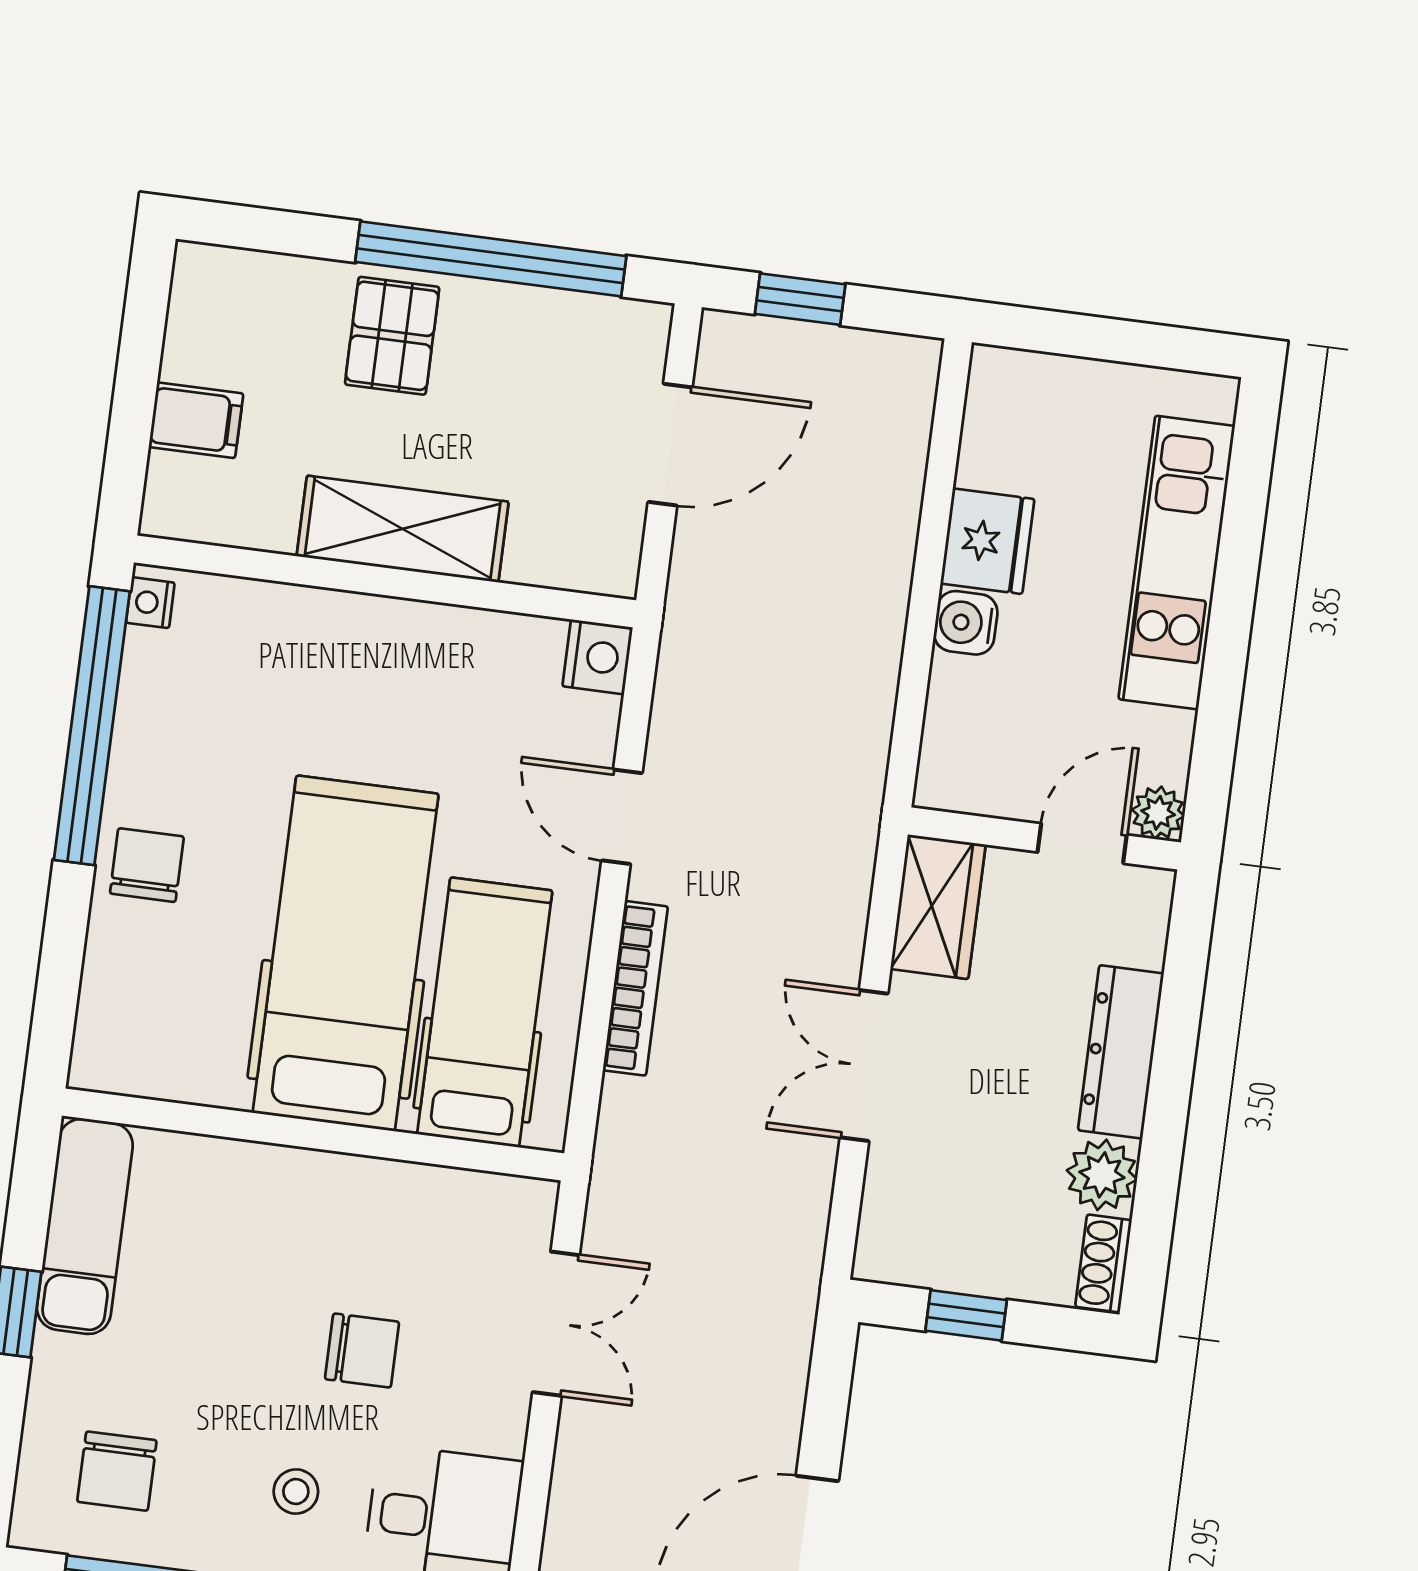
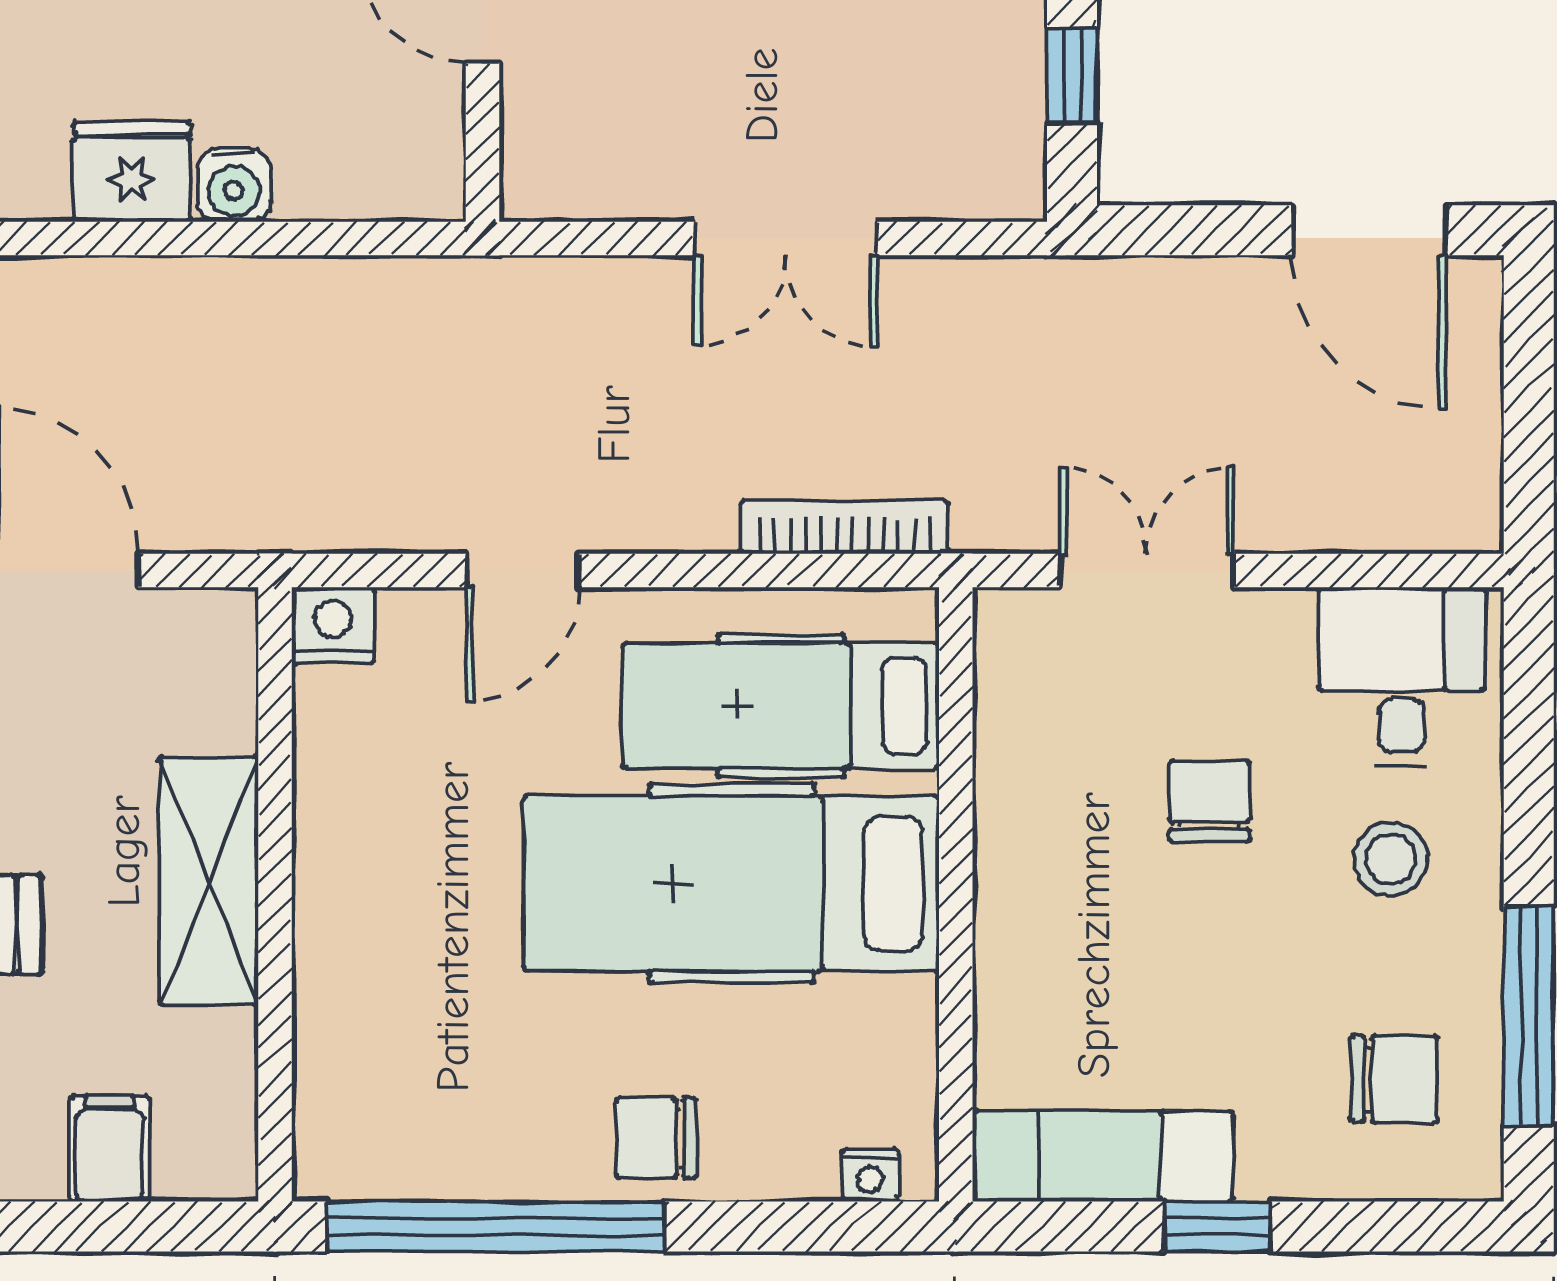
nightstand: (150, 603) -> (870, 1175), moved
wardrobe: (938, 907) -> (582, 174), removed
bookcase: (635, 988) -> (844, 527), moved
stool: (296, 1491) -> (1391, 859), width x1.37, depth x1.37

